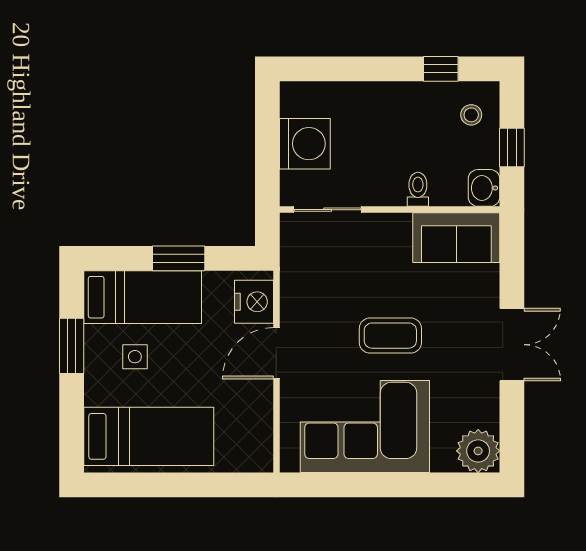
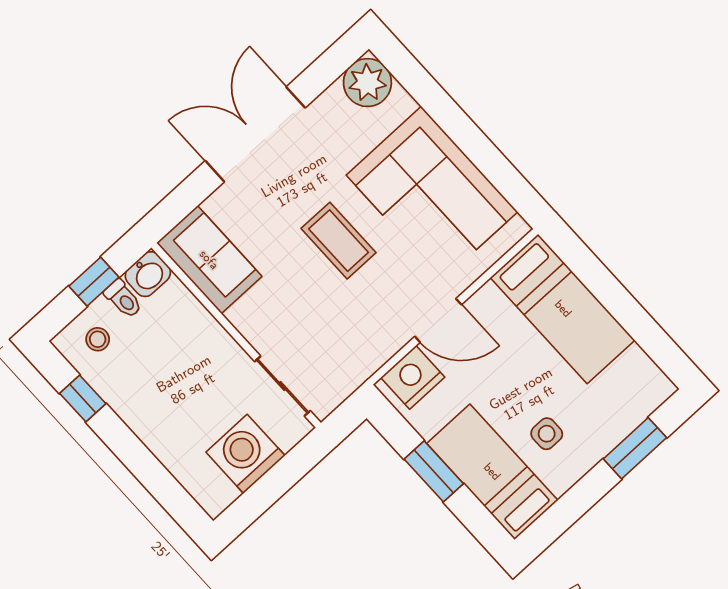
toilet: (418, 189) -> (123, 299), moved, turned -90
double door: (512, 345) -> (255, 134), width x1.37
window: (72, 346) -> (635, 448), moved
bed: (149, 436) -> (563, 309), moved, turned 180

